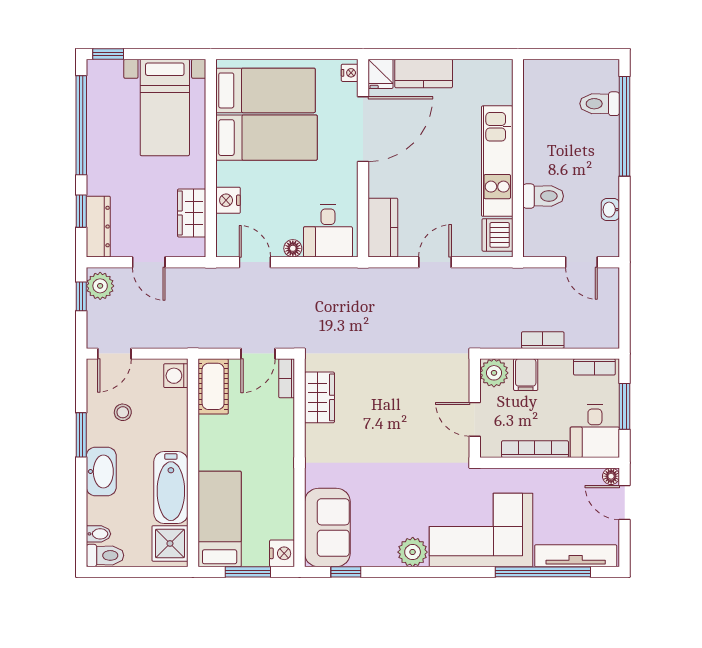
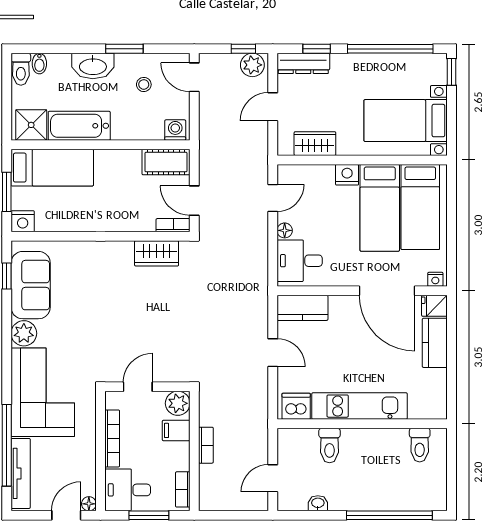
toilet: (600, 104) -> (420, 445), moved, turned 180
nightstand: (228, 200) -> (347, 175), moved
sofa: (327, 528) -> (31, 285), moved, turned -90

